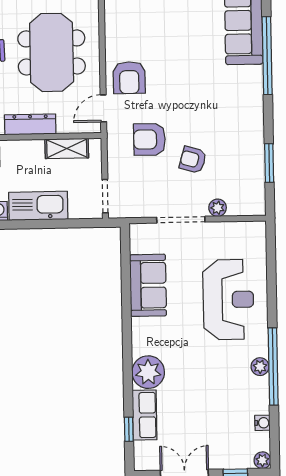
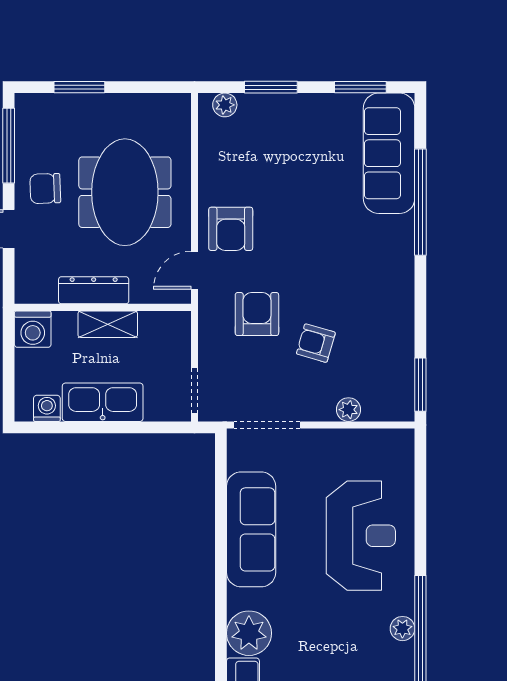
armchair: (150, 139) -> (257, 314), turned 90
shelving: (67, 148) -> (108, 324), moved
window: (269, 163) -> (420, 385), moved
doorway: (181, 220) -> (267, 425), moved
sofa: (148, 285) -> (251, 529), width x1.36

